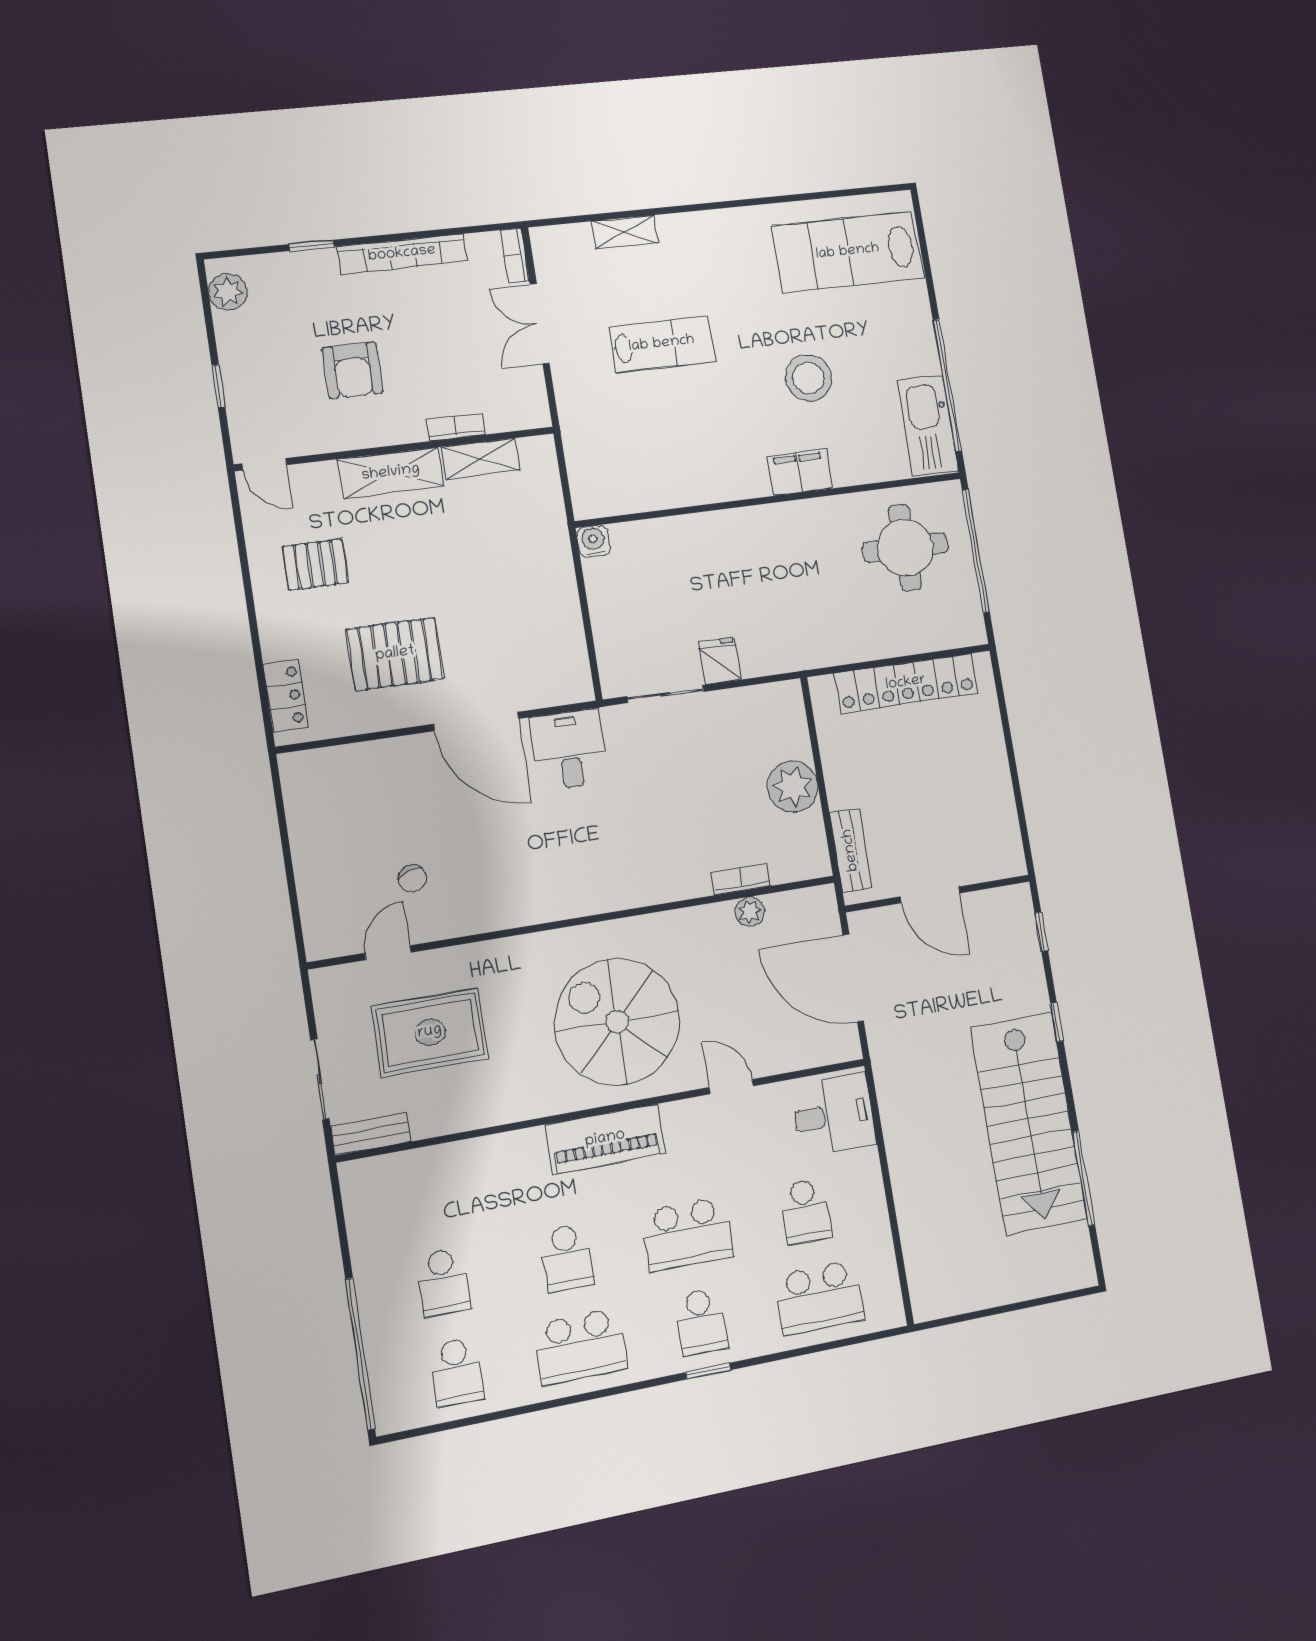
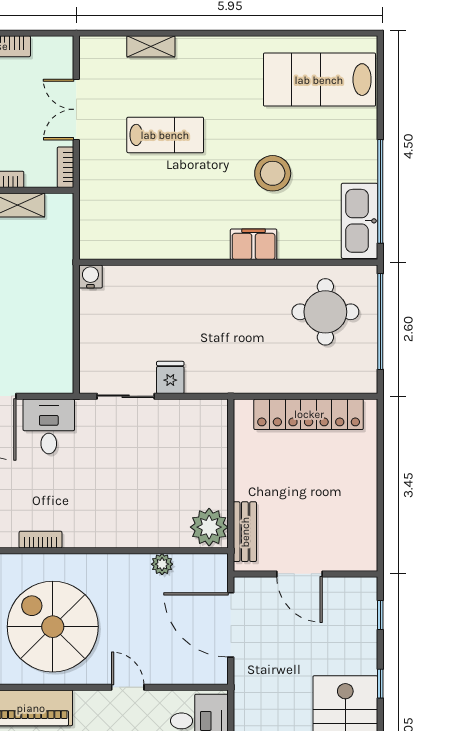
bookcase: (514, 256) -> (66, 167), moved
plant: (793, 787) -> (209, 527), moved
bookcase: (741, 879) -> (41, 540), moved

